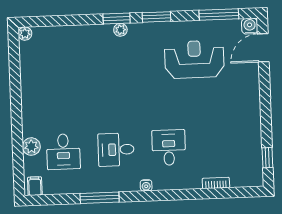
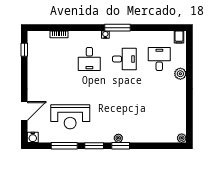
window: (219, 15) -> (64, 146), moved
door: (263, 48) -> (24, 111), moved
plant: (31, 147) -> (180, 74), moved
window: (100, 198) -> (118, 28), moved

